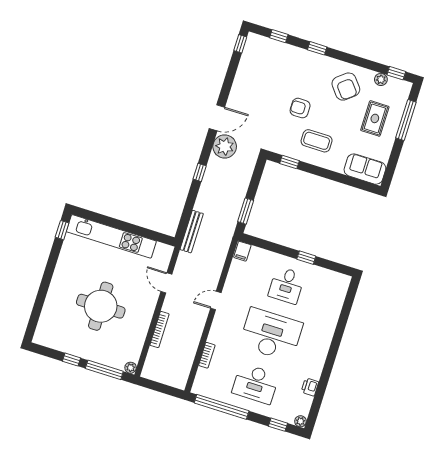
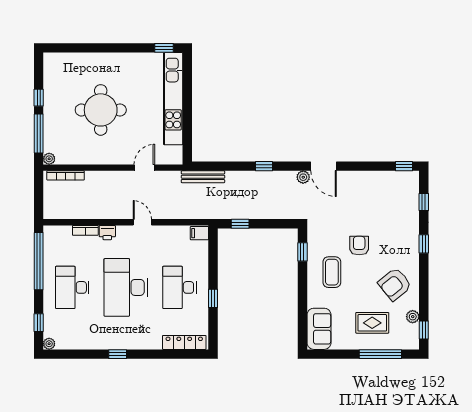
plant: (225, 146) -> (303, 177), width x0.53, depth x0.53
window: (246, 211) -> (240, 224), width x0.67
desk: (287, 285) -> (179, 287), width x1.37
locker: (338, 297) -> (184, 342), added
bookcase: (159, 330) -> (66, 175), moved
desk: (271, 334) -> (126, 287), turned 180
window: (330, 361) -> (118, 354), added
printer: (310, 387) -> (107, 233), moved, turned 180

